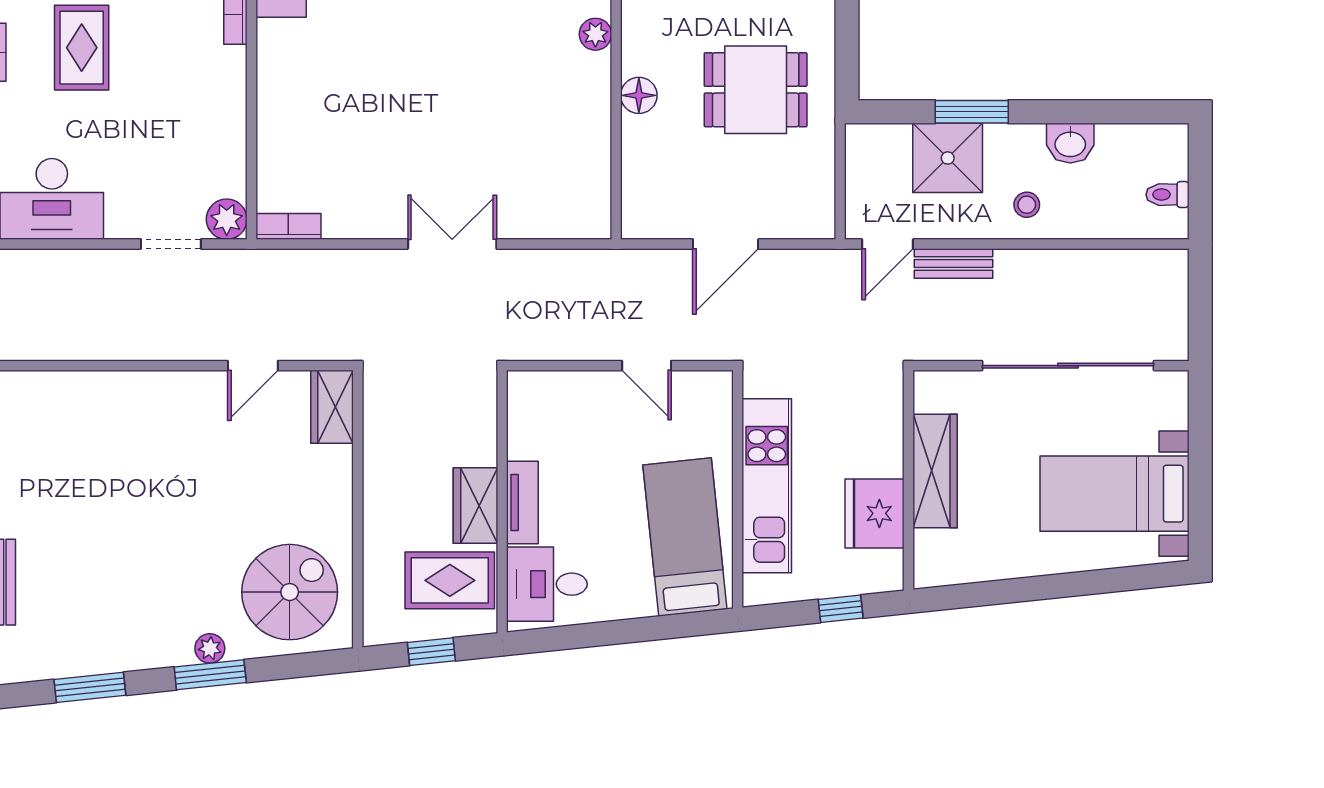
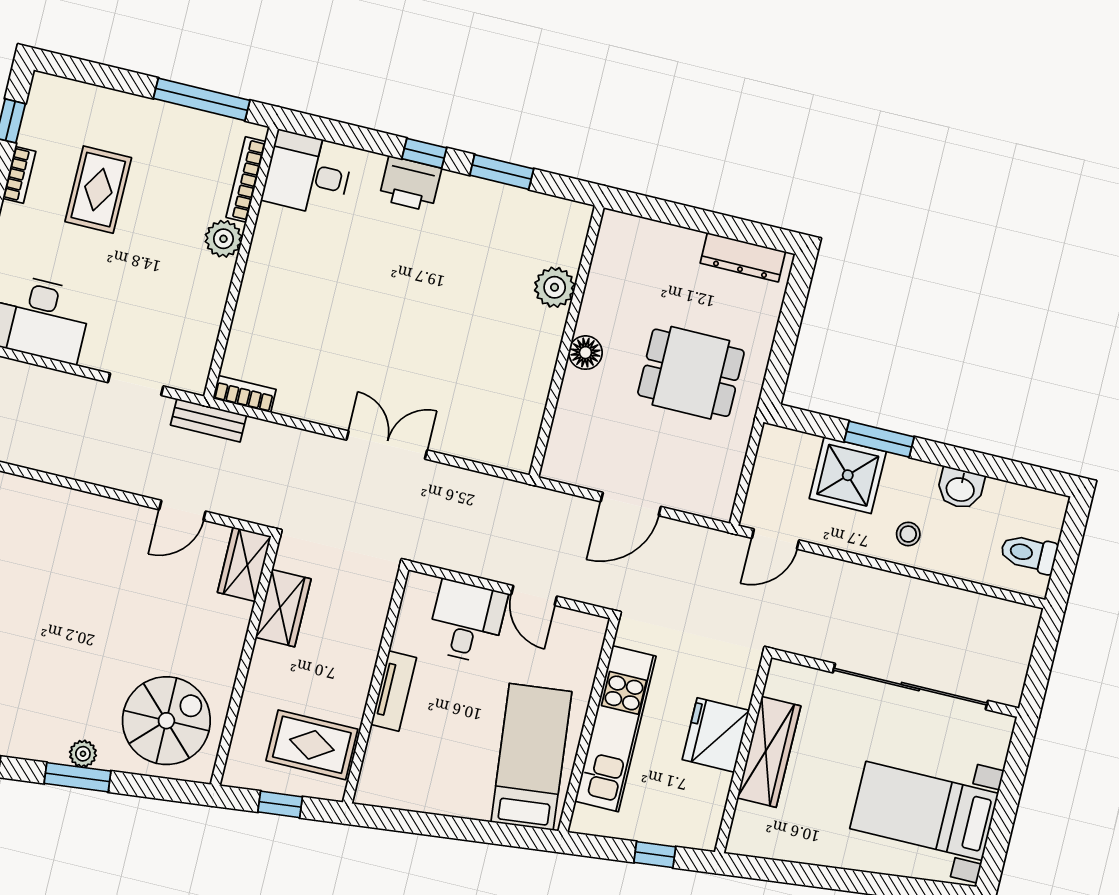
plant: (595, 34) -> (555, 287), width x1.38, depth x1.38
toilet: (1167, 195) -> (1029, 554), width x1.37, depth x1.39
plant: (227, 219) -> (223, 239), moved
bench: (954, 264) -> (209, 420), moved
wardrobe: (476, 505) -> (283, 608), moved, turned 180
fridge: (875, 513) -> (716, 735), moved
desk: (547, 584) -> (467, 622), moved, turned 90

